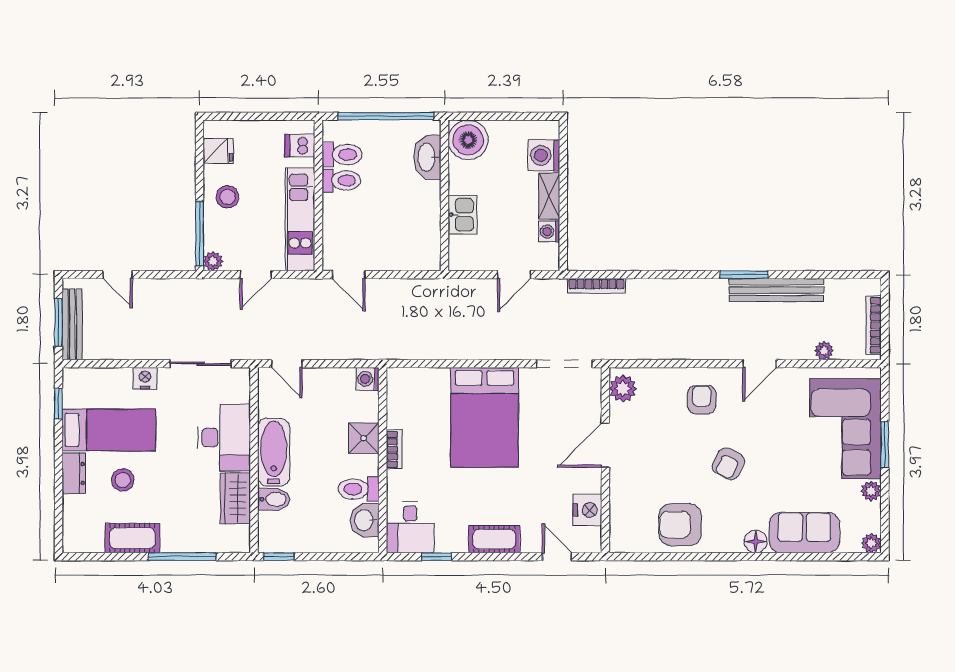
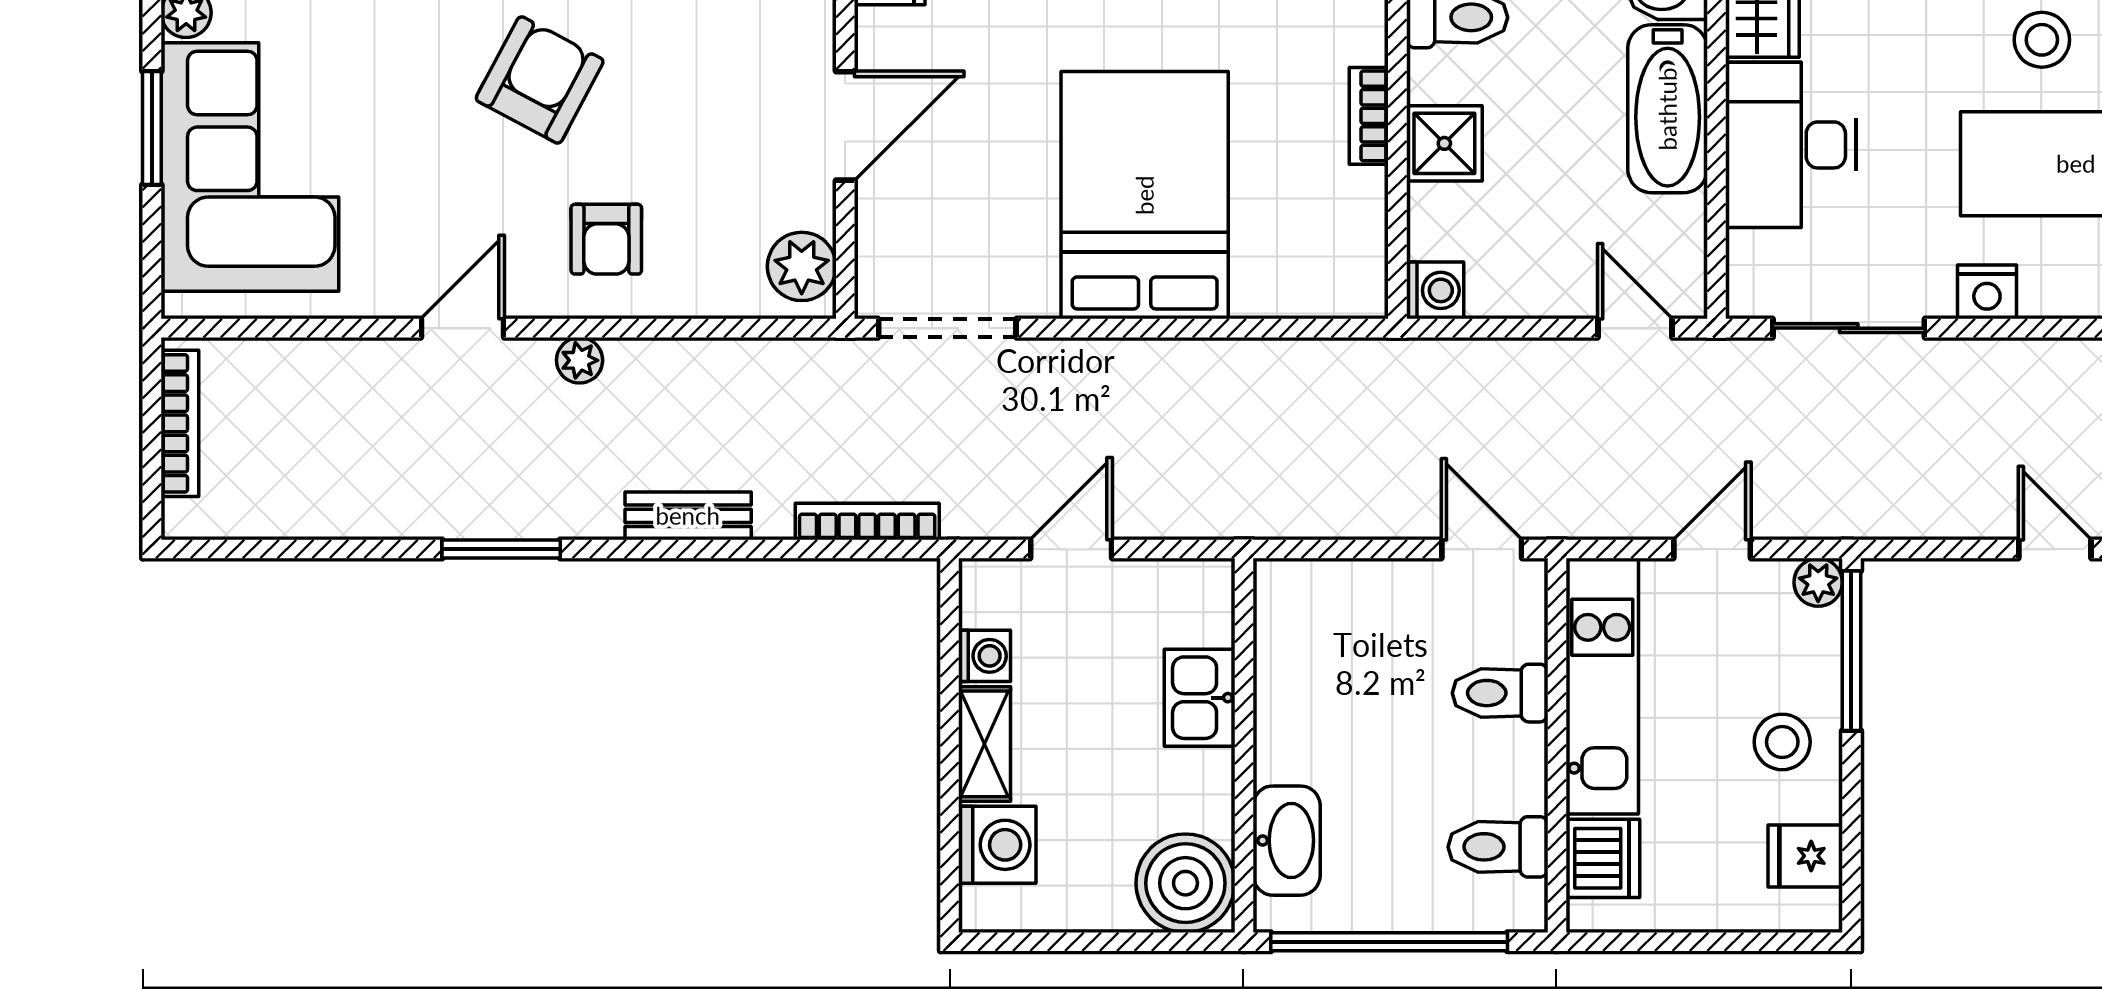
dishwasher: (300, 146) -> (1603, 858), width x1.38
toilet: (341, 180) -> (1500, 693), moved
bench: (776, 290) -> (688, 516), moved, width x0.54, depth x0.82
plant: (824, 351) -> (580, 360), moved
armchair: (729, 464) -> (540, 80), width x1.38, depth x1.38

